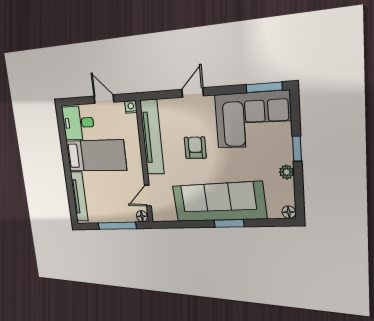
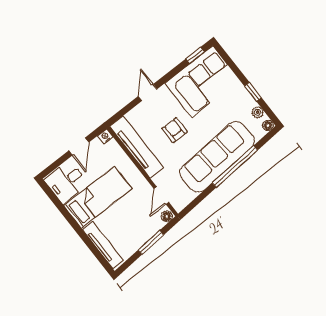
window: (264, 87) -> (195, 55), width x0.67
door: (104, 99) -> (79, 146), swing flipped
window: (297, 149) -> (253, 92), moved
plant: (287, 172) -> (258, 112), moved
window: (229, 223) -> (235, 166), width x2.11
window: (117, 226) -> (151, 242), width x0.69

